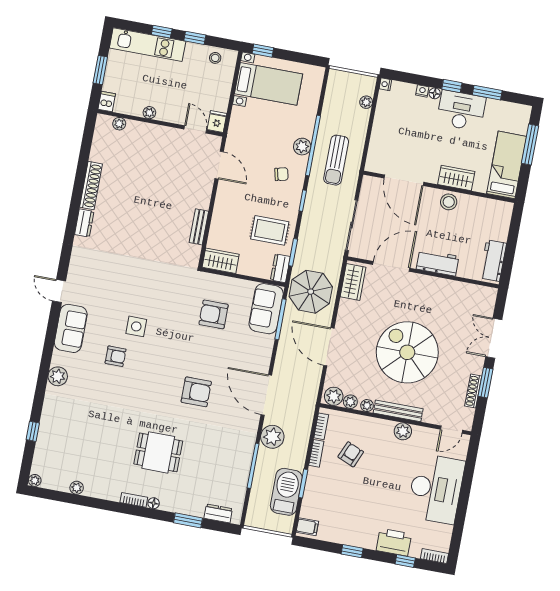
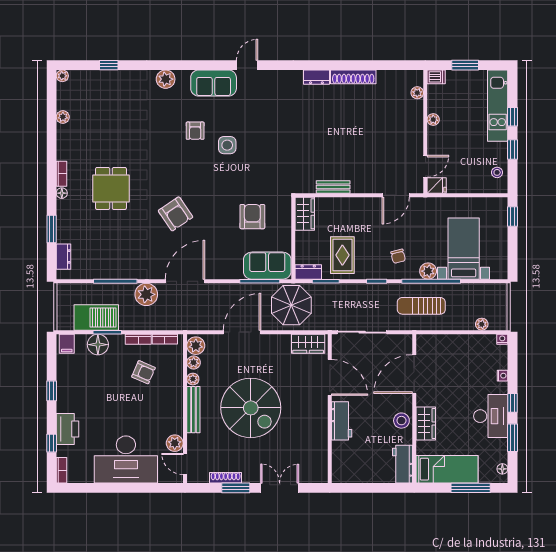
bed with nightstands: (269, 84) -> (464, 249), moved, turned 180
floor lamp: (435, 93) -> (502, 469), moved
workbench: (493, 261) -> (402, 464), moved, turned -90
spiral stairs: (407, 352) -> (251, 408), turned 90
armchair: (196, 392) -> (176, 214), turned -34
plant: (403, 431) -> (175, 443), moved
floor lamp: (314, 495) -> (98, 345), added

